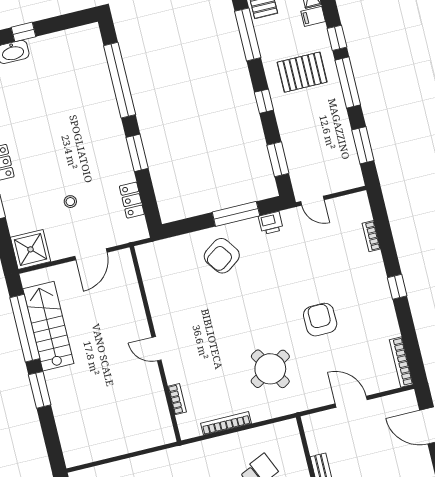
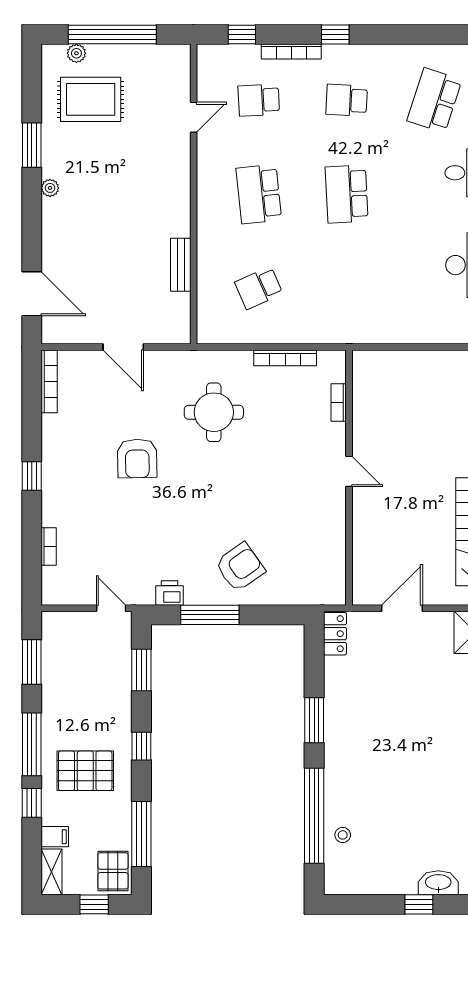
locker: (132, 200) -> (335, 634), moved
stool: (70, 202) -> (343, 835), moved
round table: (270, 369) -> (214, 412), turned 31

